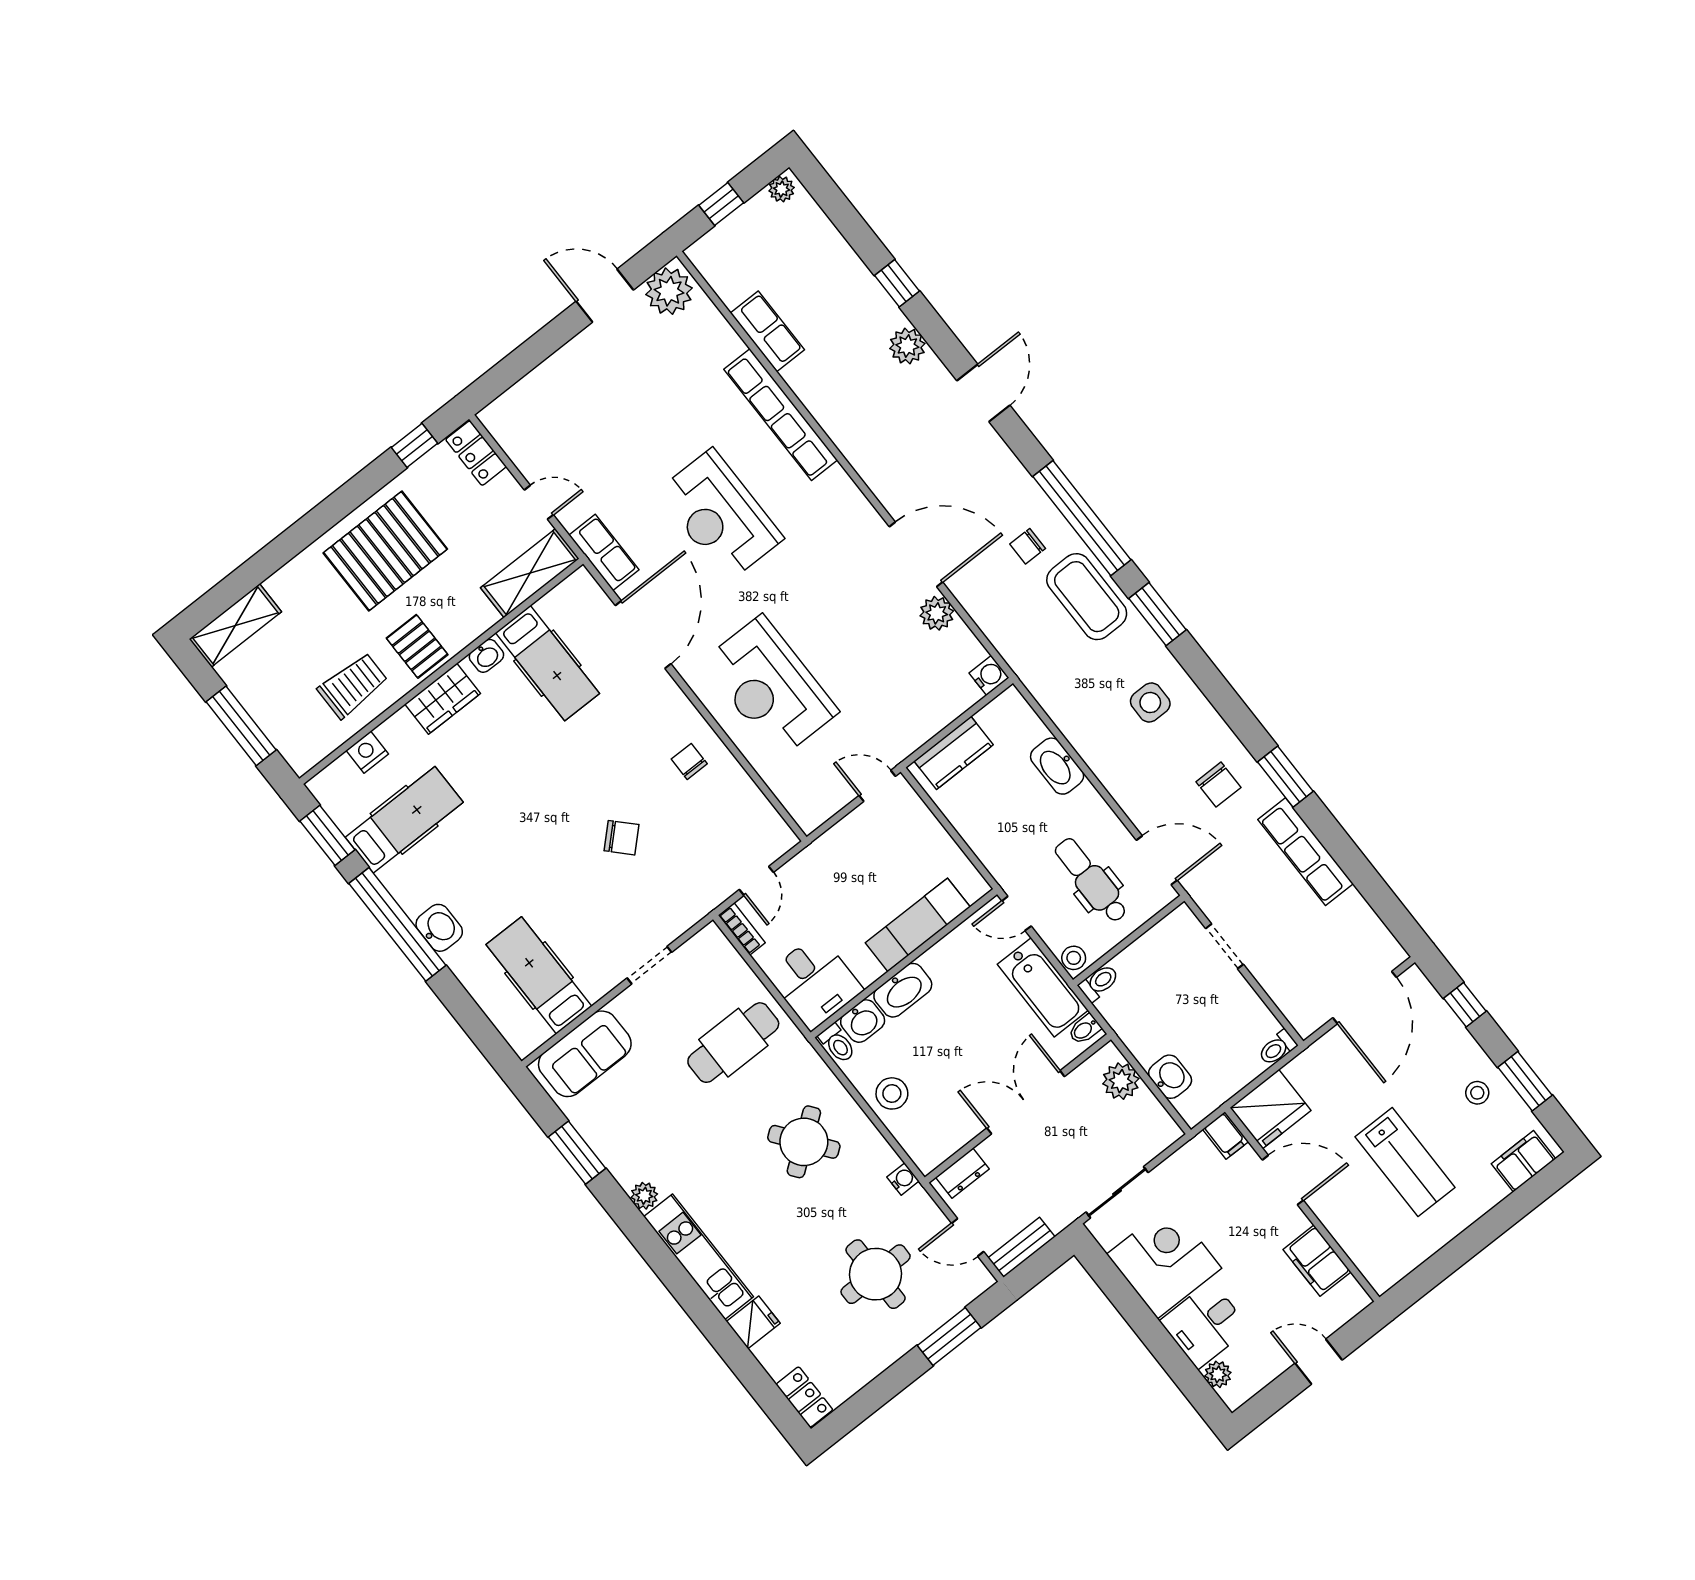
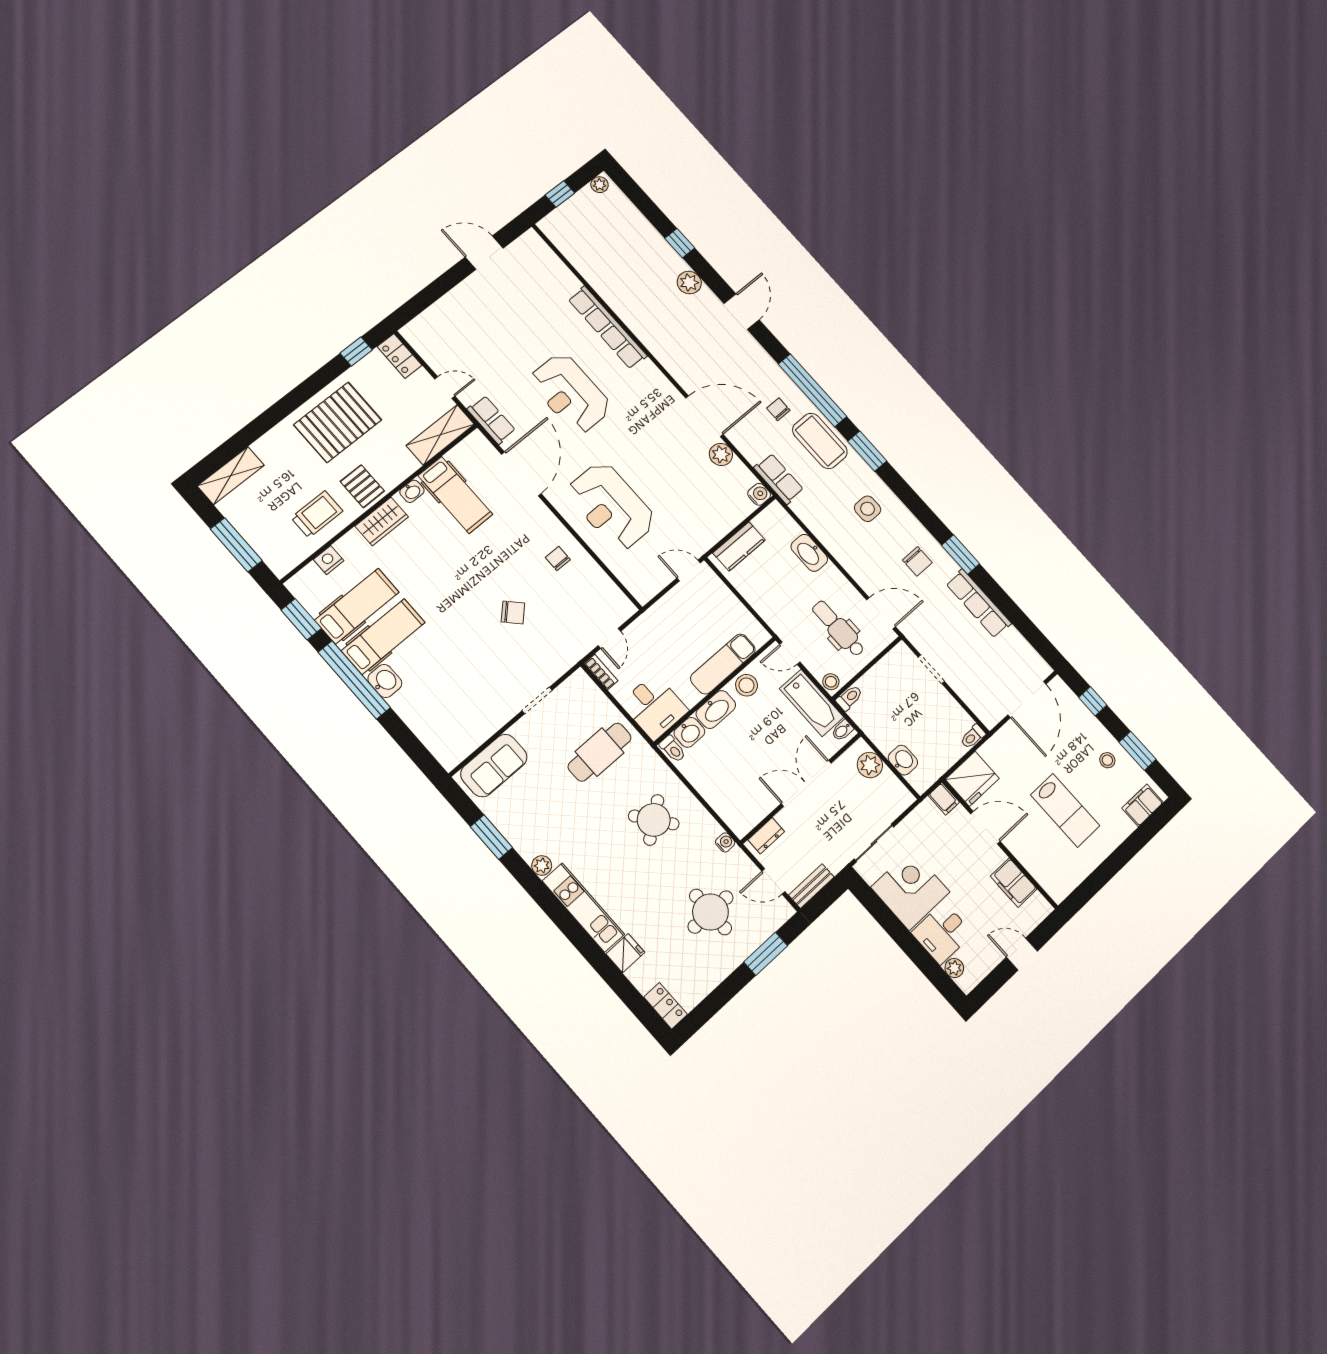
plant: (669, 291) -> (528, 249), removed
row of seats: (767, 331) -> (779, 479), moved
chair: (1028, 546) -> (778, 409), turned 90
hospital bed: (539, 975) -> (383, 637), moved, turned 90
stool: (892, 1093) -> (747, 685), moved

